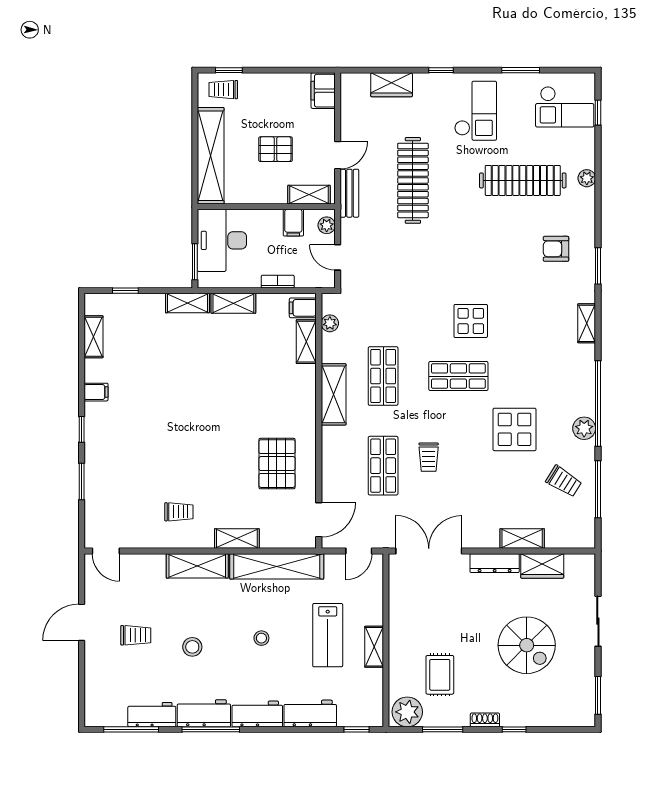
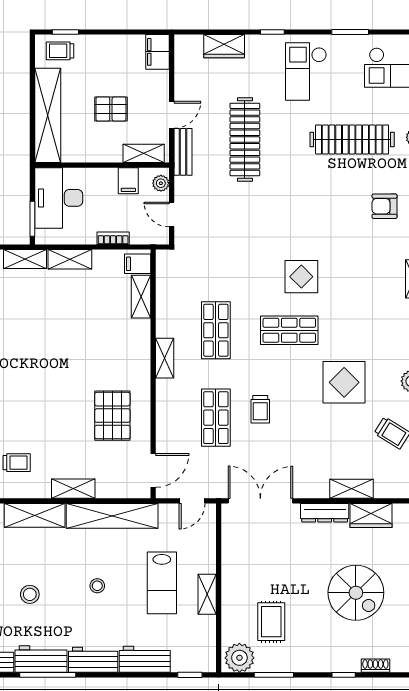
checkout: (476, 111) -> (306, 71), turned 180
plant: (330, 323) -> (164, 279), removed
shelving: (334, 394) -> (165, 358), width x0.67, depth x0.75
shoe rack: (485, 720) -> (375, 666), moved

